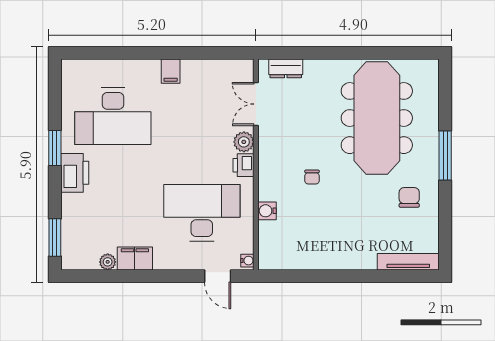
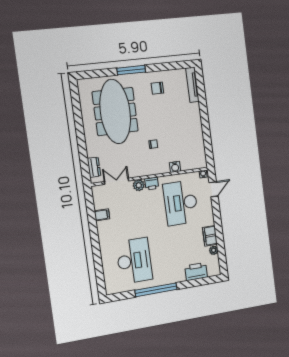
filing cabinet: (171, 71) -> (102, 215), moved
double door: (256, 104) -> (117, 181), swing flipped
meeting table: (377, 118) -> (115, 111), turned 90
window: (55, 148) -> (156, 290), width x2.11
printer: (75, 173) -> (196, 272), moved
window: (55, 237) -> (204, 281), removed

